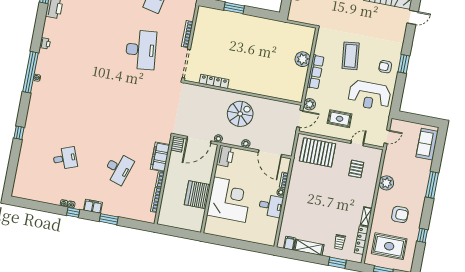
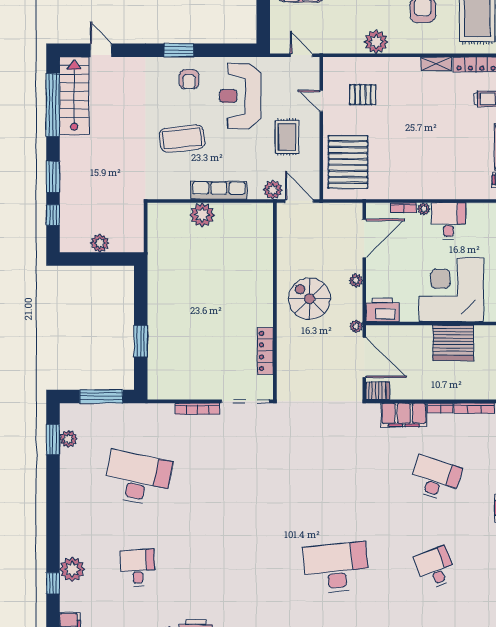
desk: (141, 50) -> (336, 568), moved
reception desk: (369, 95) -> (240, 96), turned 180

